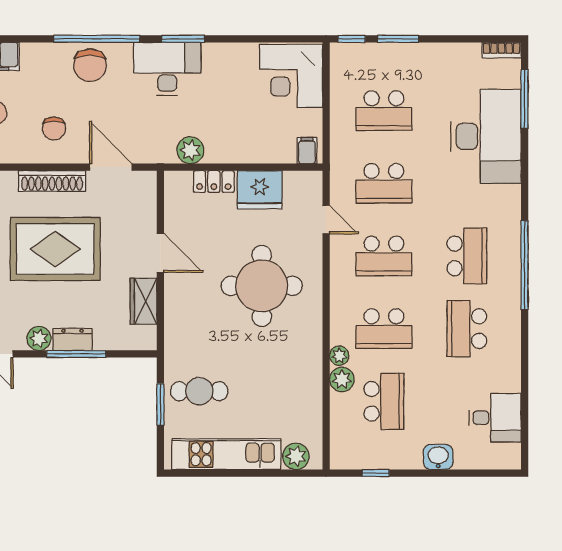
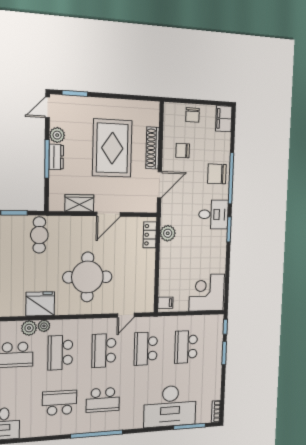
desk: (167, 69) -> (213, 214), width x0.73
locker: (214, 182) -> (150, 235), moved
fridge: (260, 190) -> (40, 304), moved, turned 90
cafe table: (199, 391) -> (39, 235), moved

